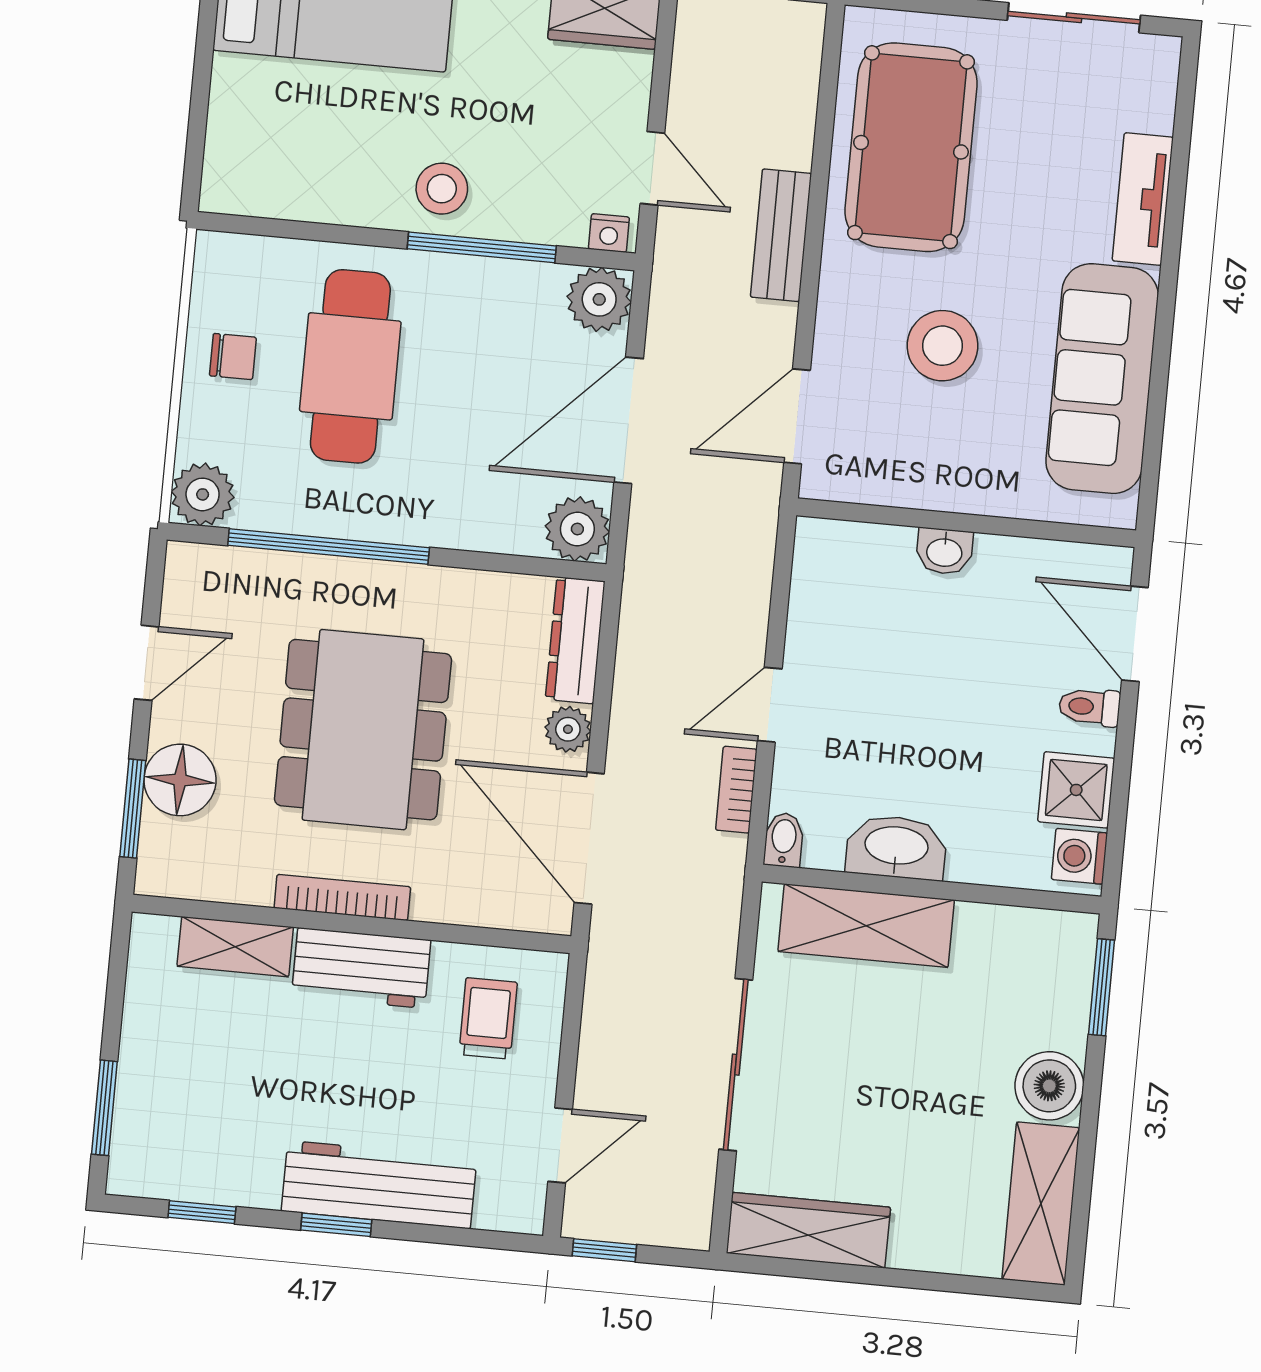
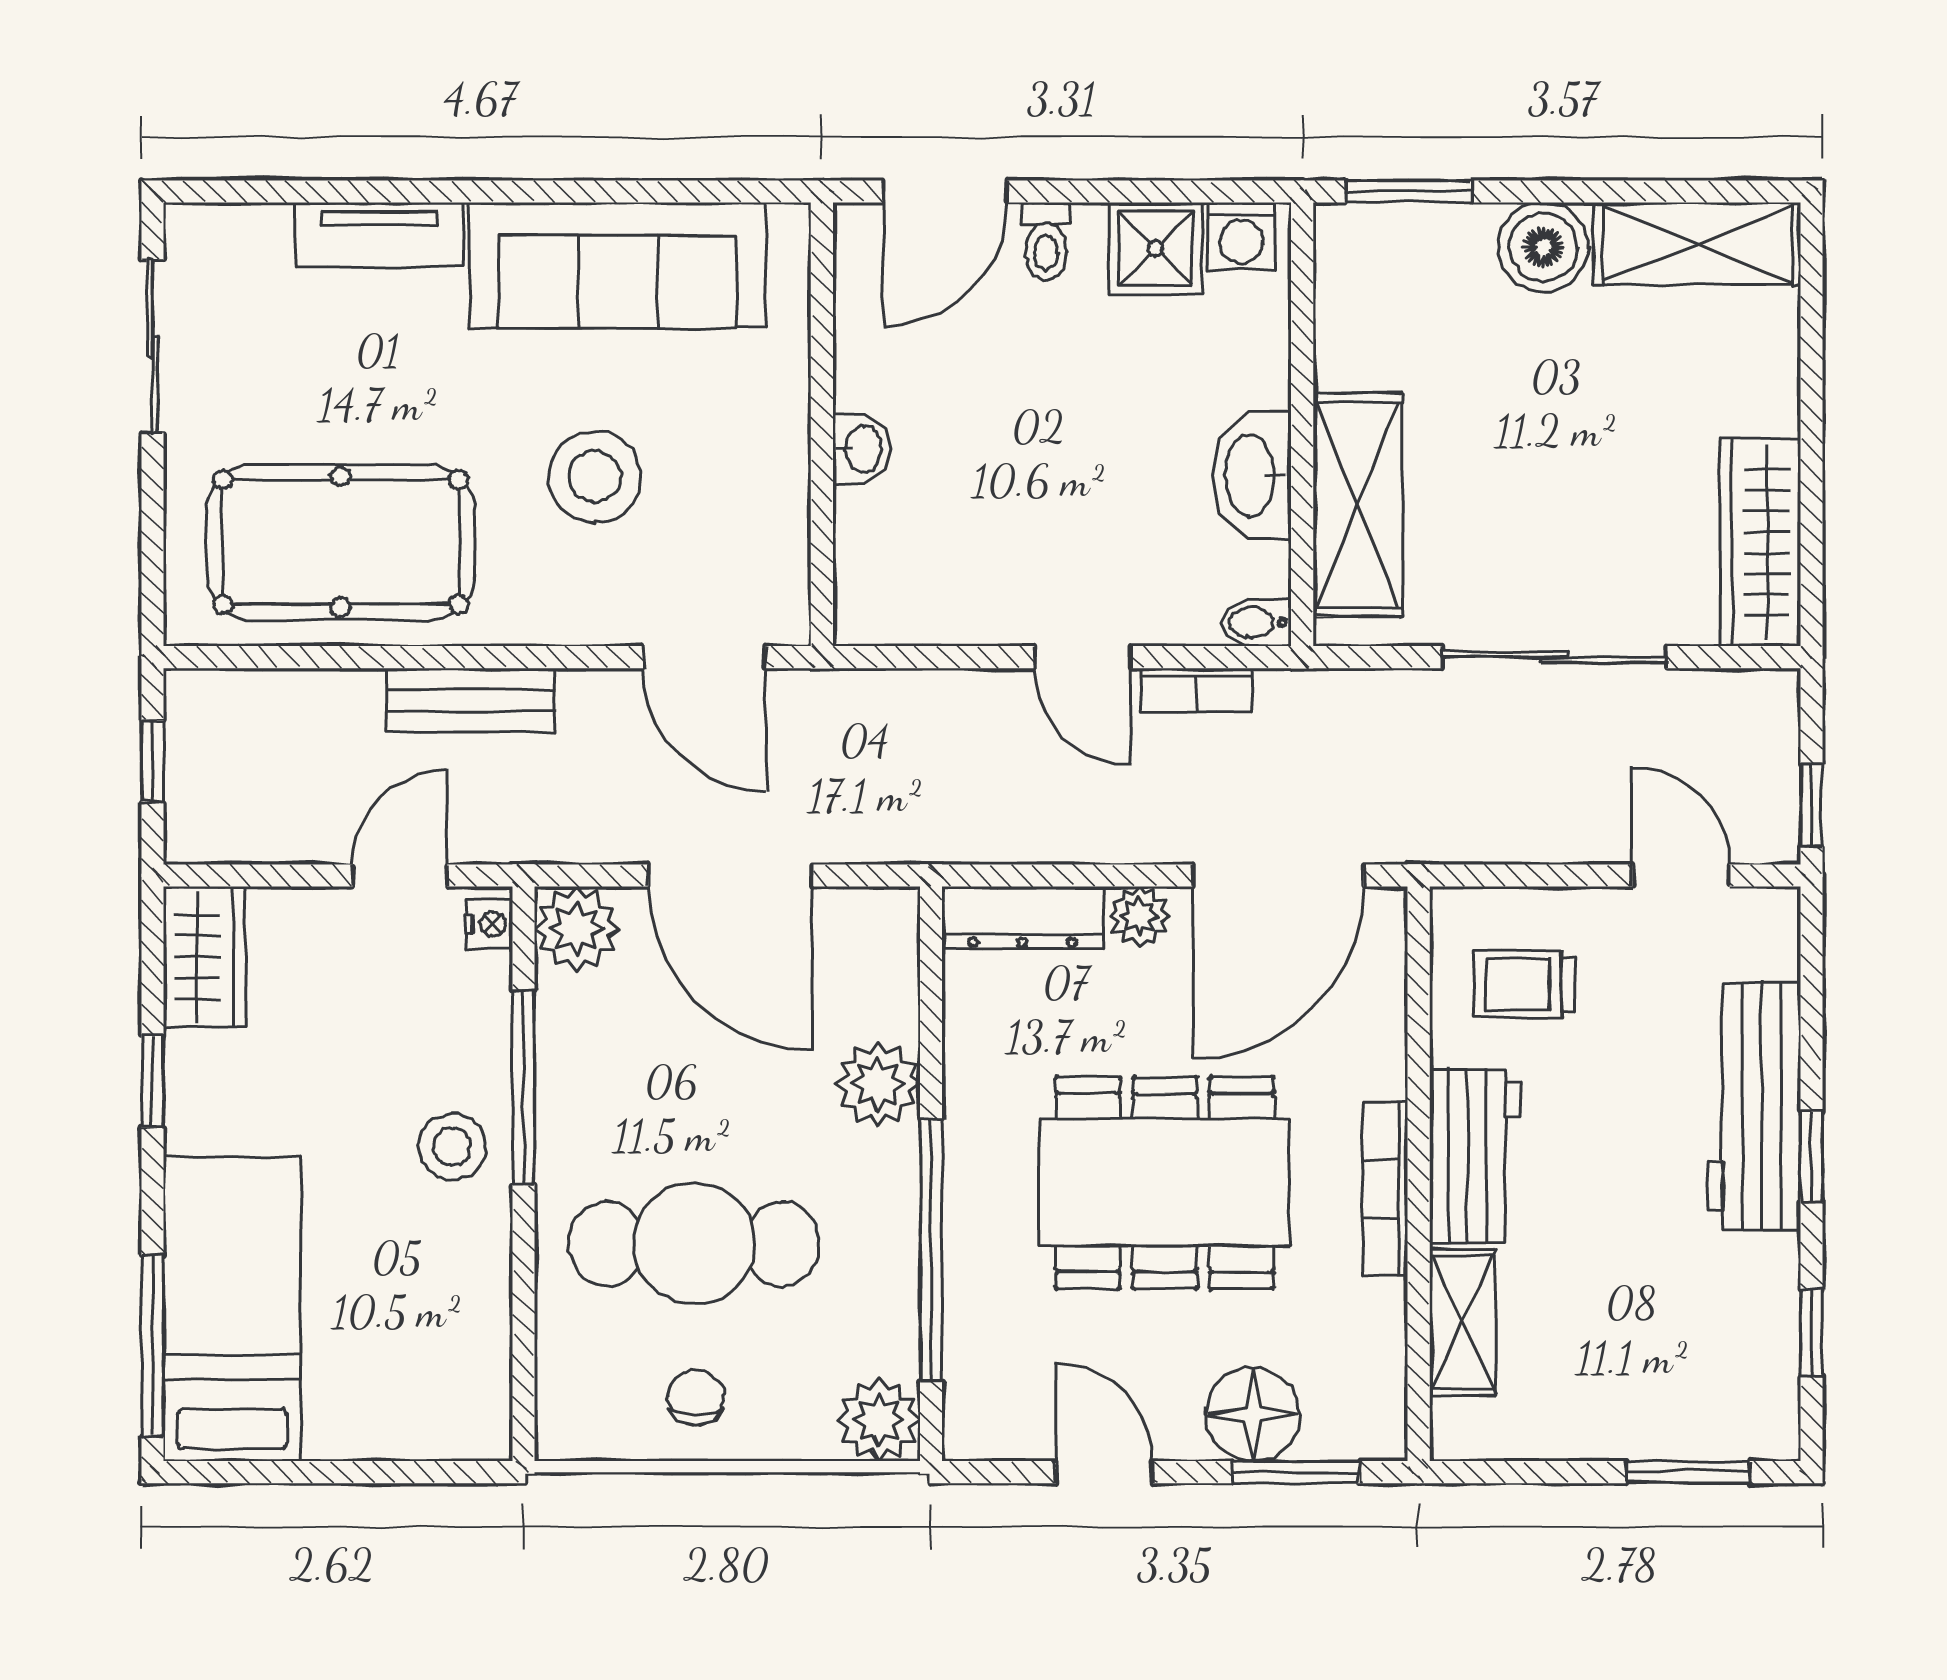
plant: (577, 529) -> (878, 1084), moved

